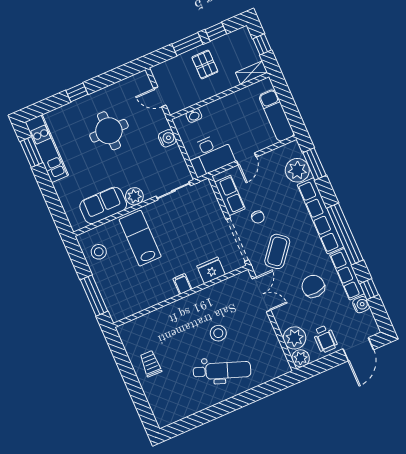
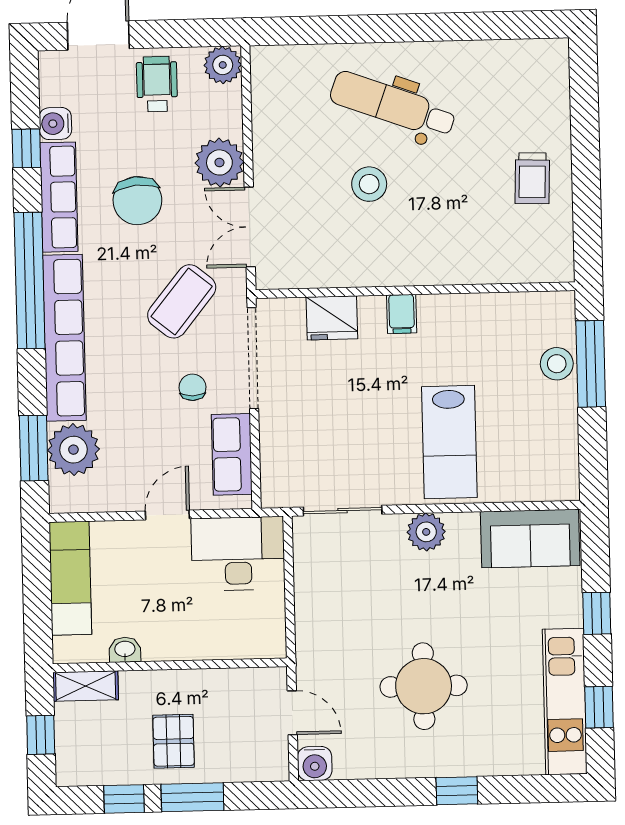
washbasin: (194, 115) -> (125, 650), moved
water cooler: (167, 138) -> (315, 764), moved, turned -90
window: (31, 152) -> (599, 707), width x0.67
window: (48, 191) -> (597, 613), added
sofa: (103, 205) -> (530, 538), moved
stool: (99, 252) -> (557, 364), moved
plant: (295, 338) -> (219, 162), moved

